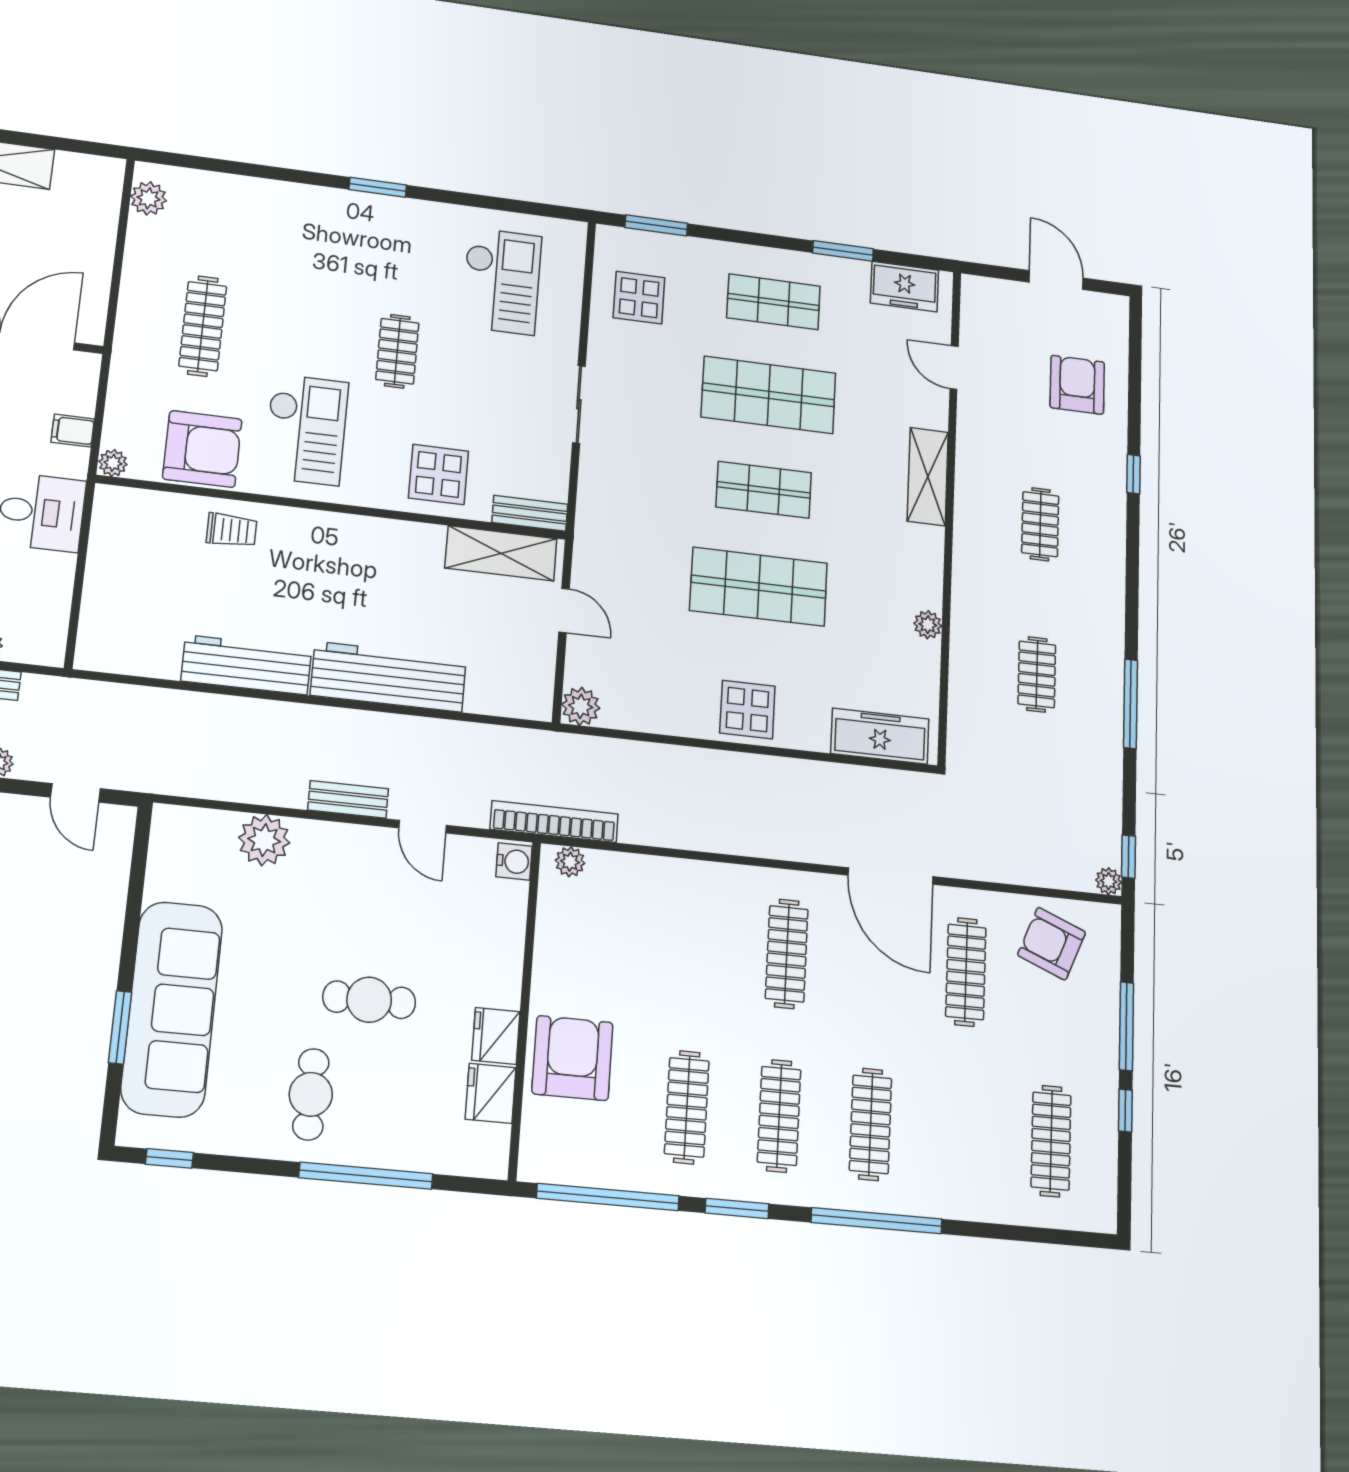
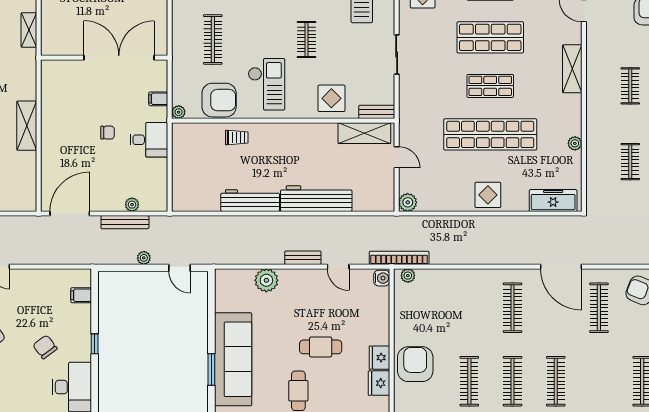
shop shelf: (759, 587) -> (490, 134), width x1.40

